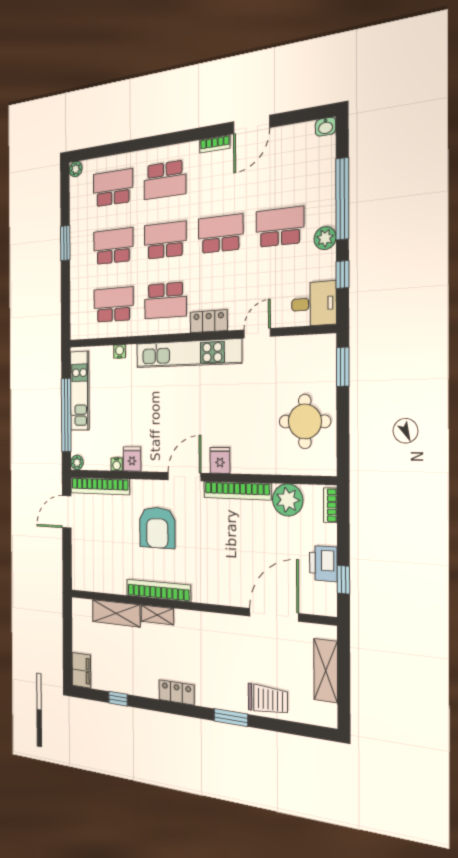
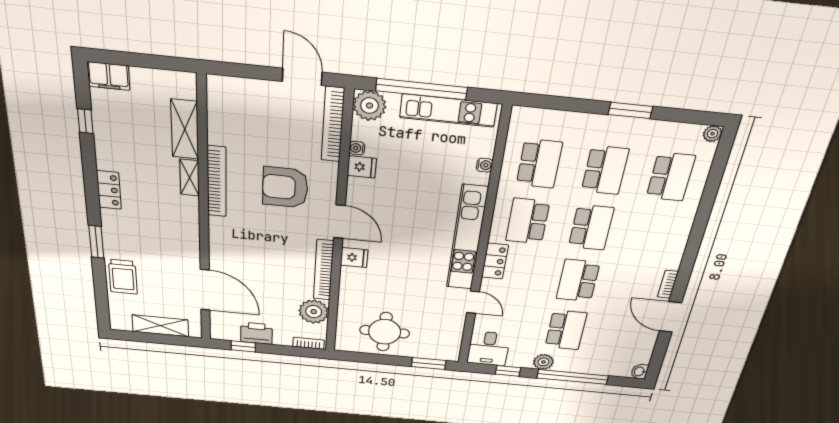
school desk: (165, 180) -> (654, 234), removed
school desk: (221, 234) -> (578, 280), turned 180
plant: (77, 462) -> (369, 106), width x1.87, depth x1.87

